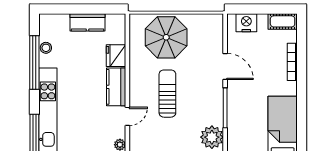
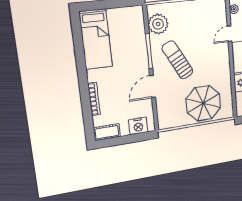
door: (225, 66) -> (153, 87), hinge flipped
sun lounger: (167, 94) -> (178, 60), moved, turned 152

